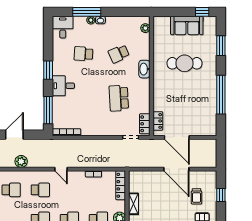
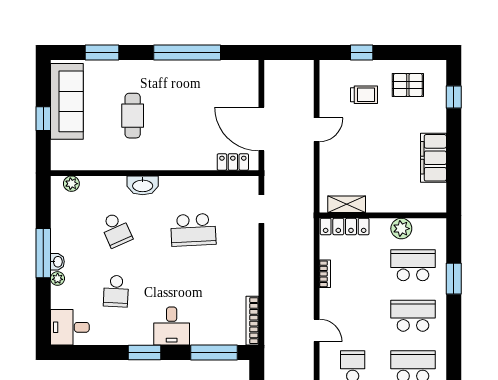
window: (87, 12) -> (43, 253), moved
window: (202, 12) -> (43, 119), moved
sofa: (187, 25) -> (67, 101), width x1.36
cafe table: (184, 63) -> (133, 116), width x0.73, depth x0.74
locker: (145, 124) -> (238, 185), removed
door: (177, 137) -> (261, 129), swing flipped
door: (61, 169) -> (317, 330), hinge flipped
door: (176, 169) -> (317, 130), width x0.53
shelving: (134, 204) -> (347, 204), moved

